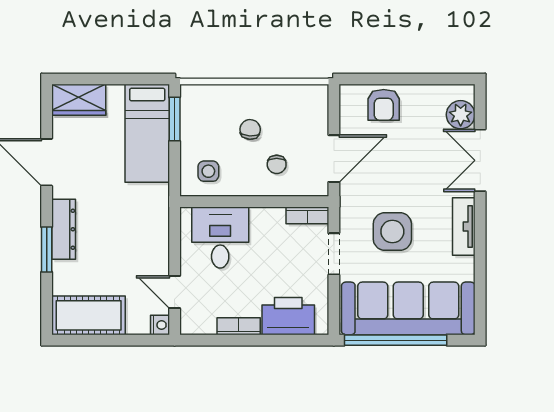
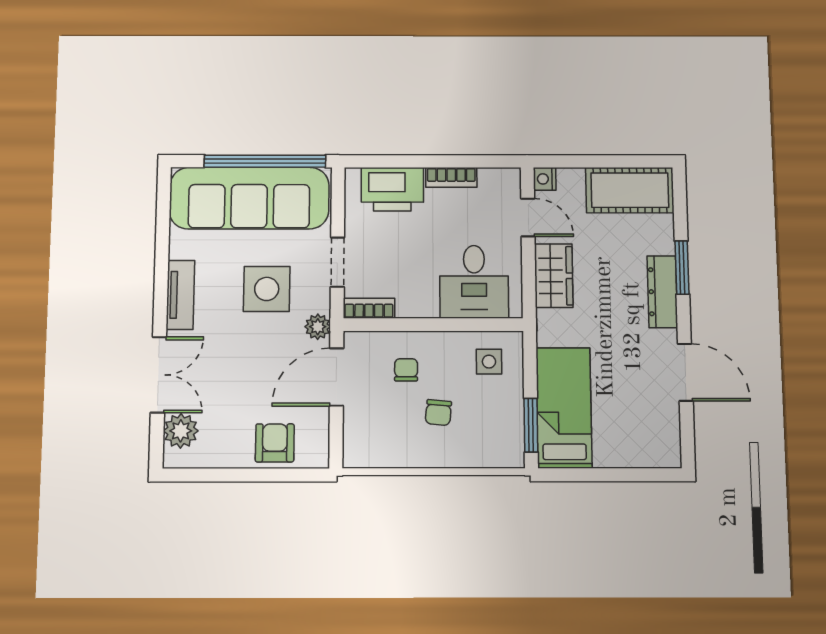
wardrobe: (79, 100) -> (554, 276), moved, turned 90
plant: (350, 200) -> (318, 327), added

